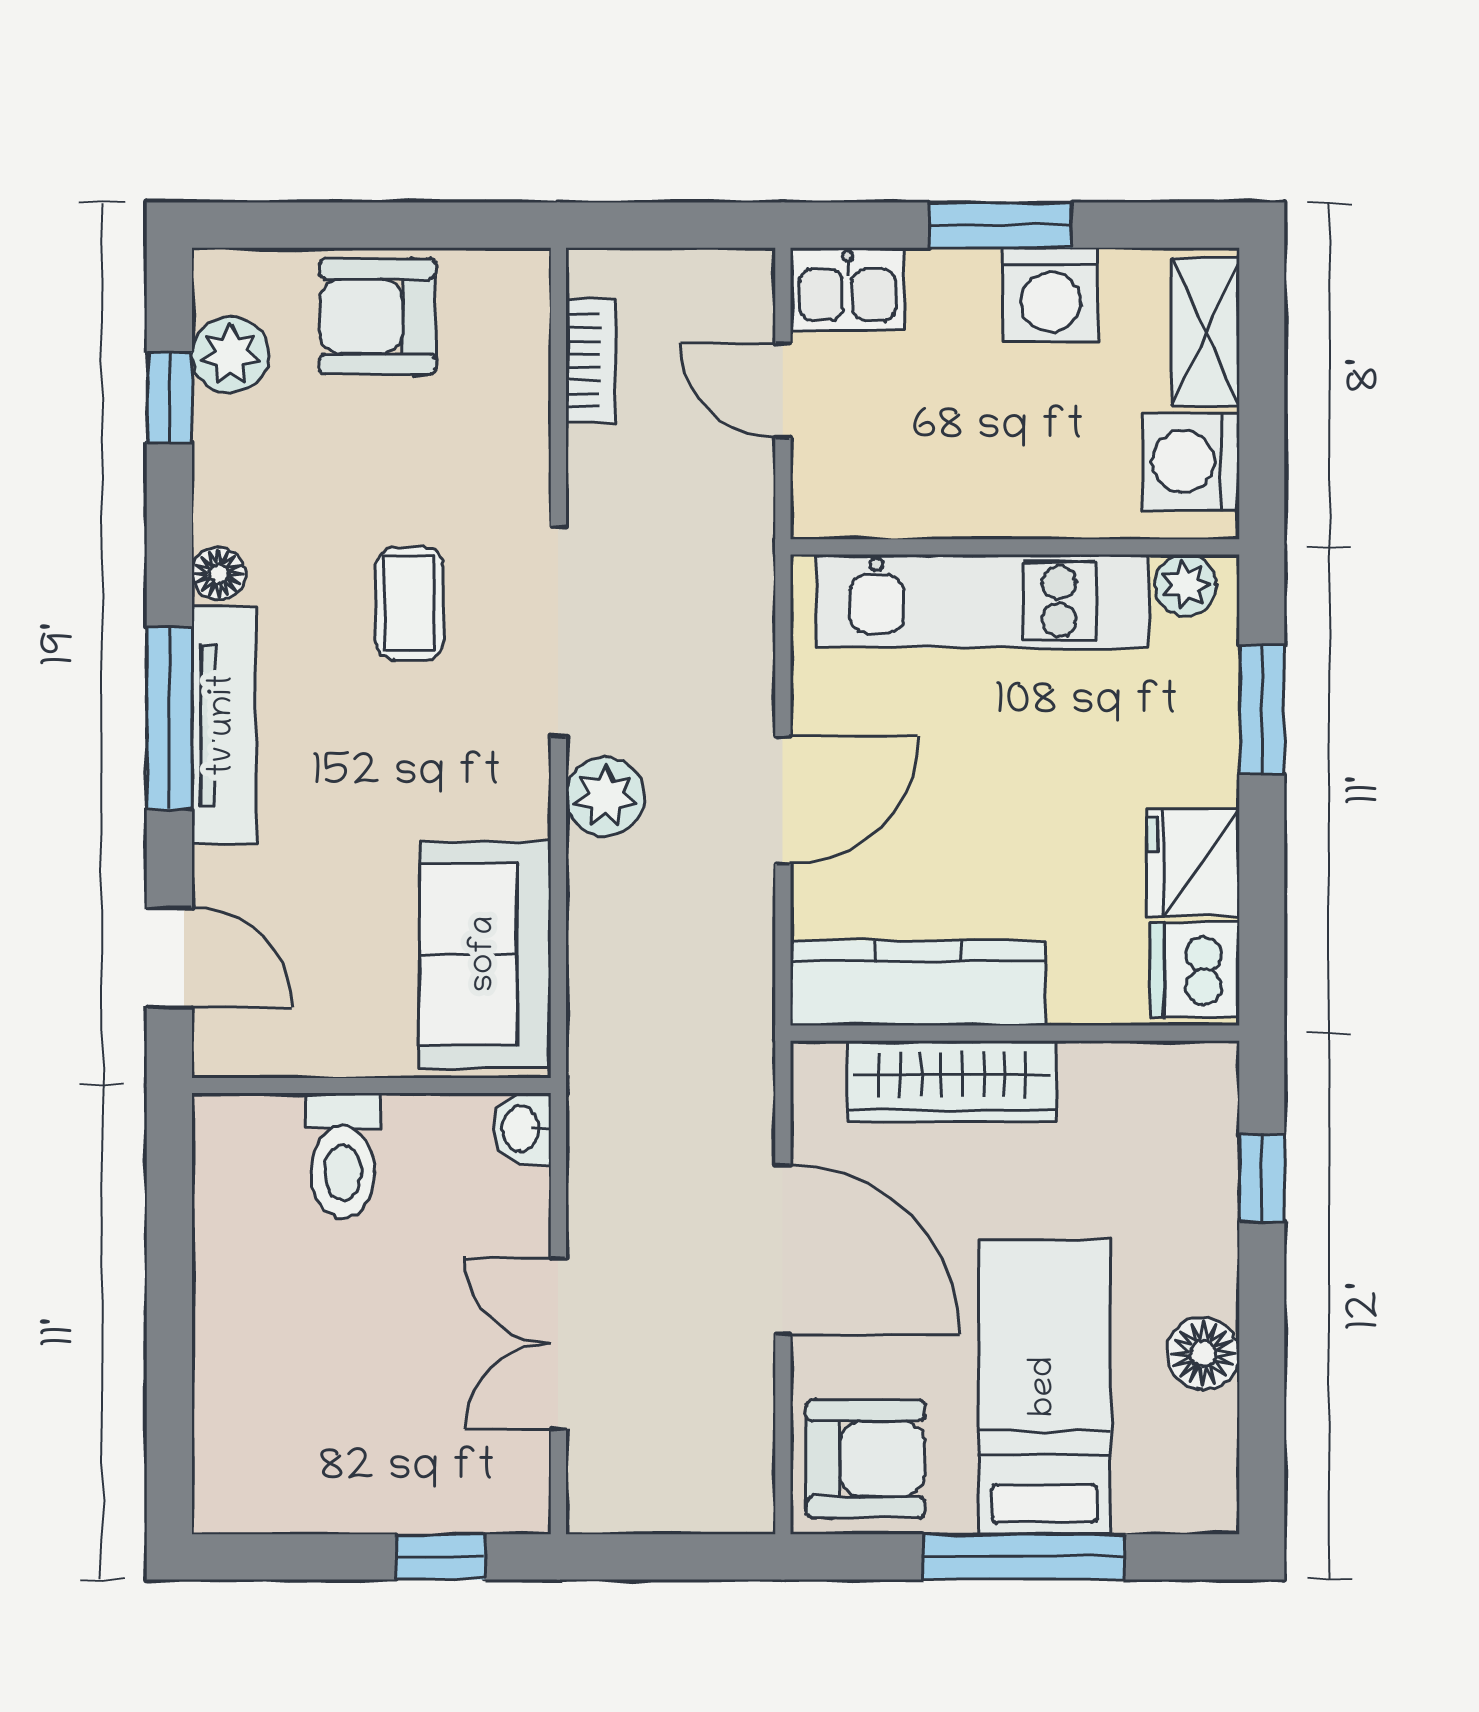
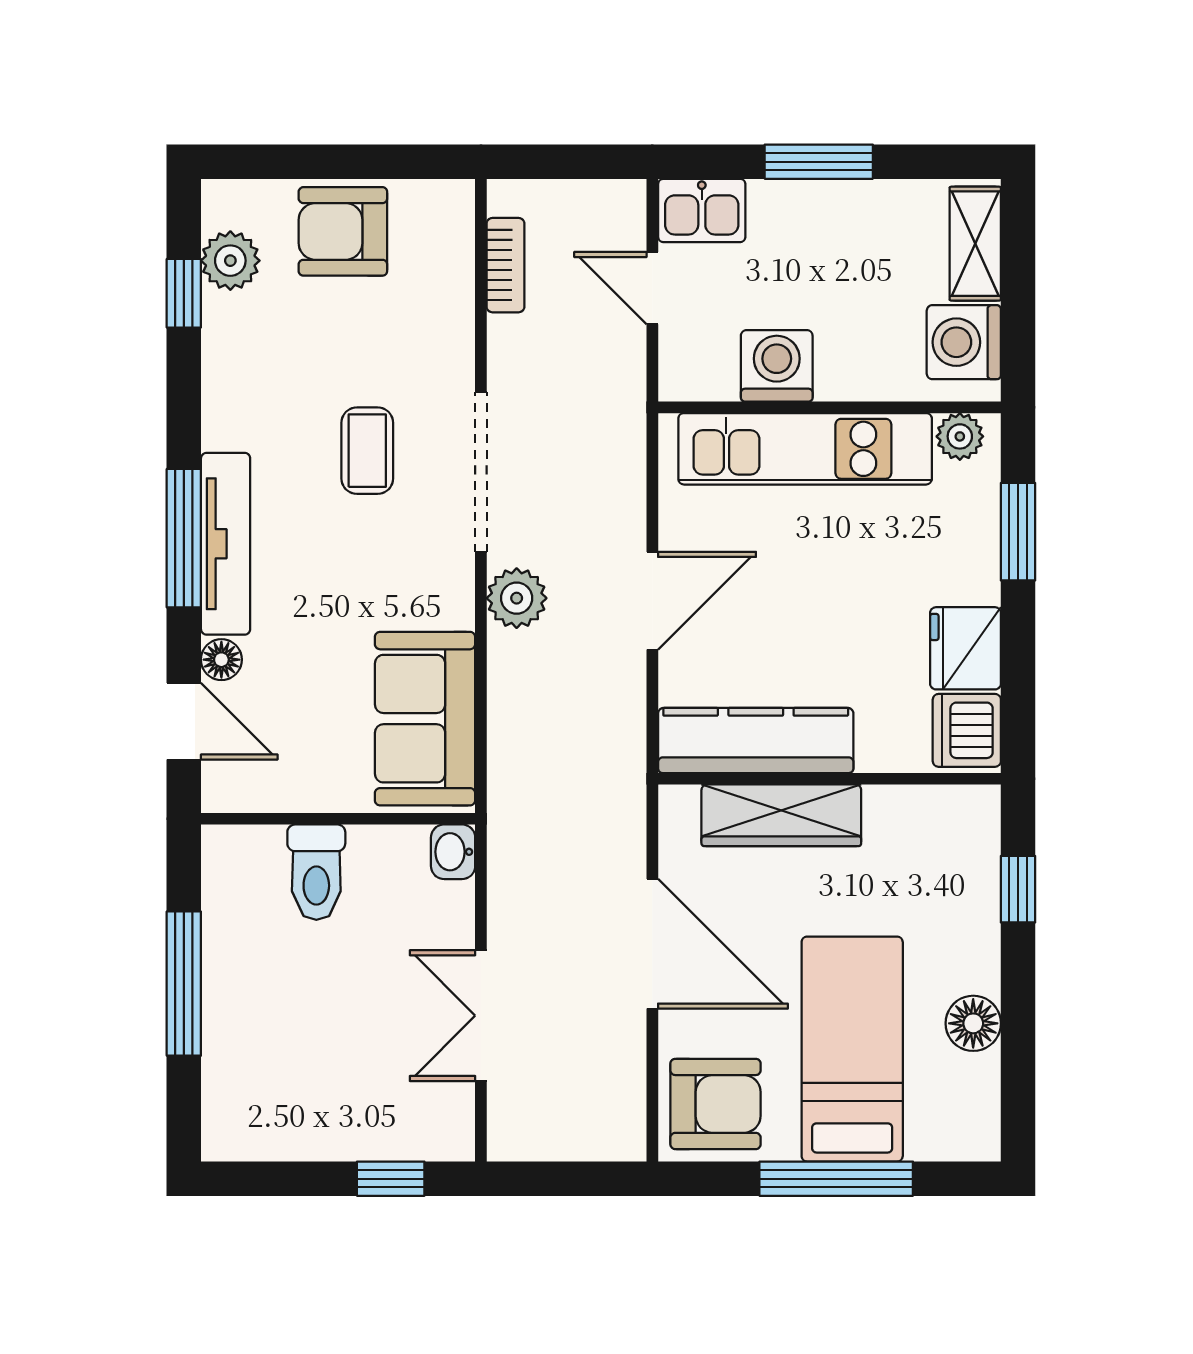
washing machine: (1050, 294) -> (777, 366), moved, turned 180
floor lamp: (219, 574) -> (221, 660), moved
window: (169, 1301) -> (184, 984), added

